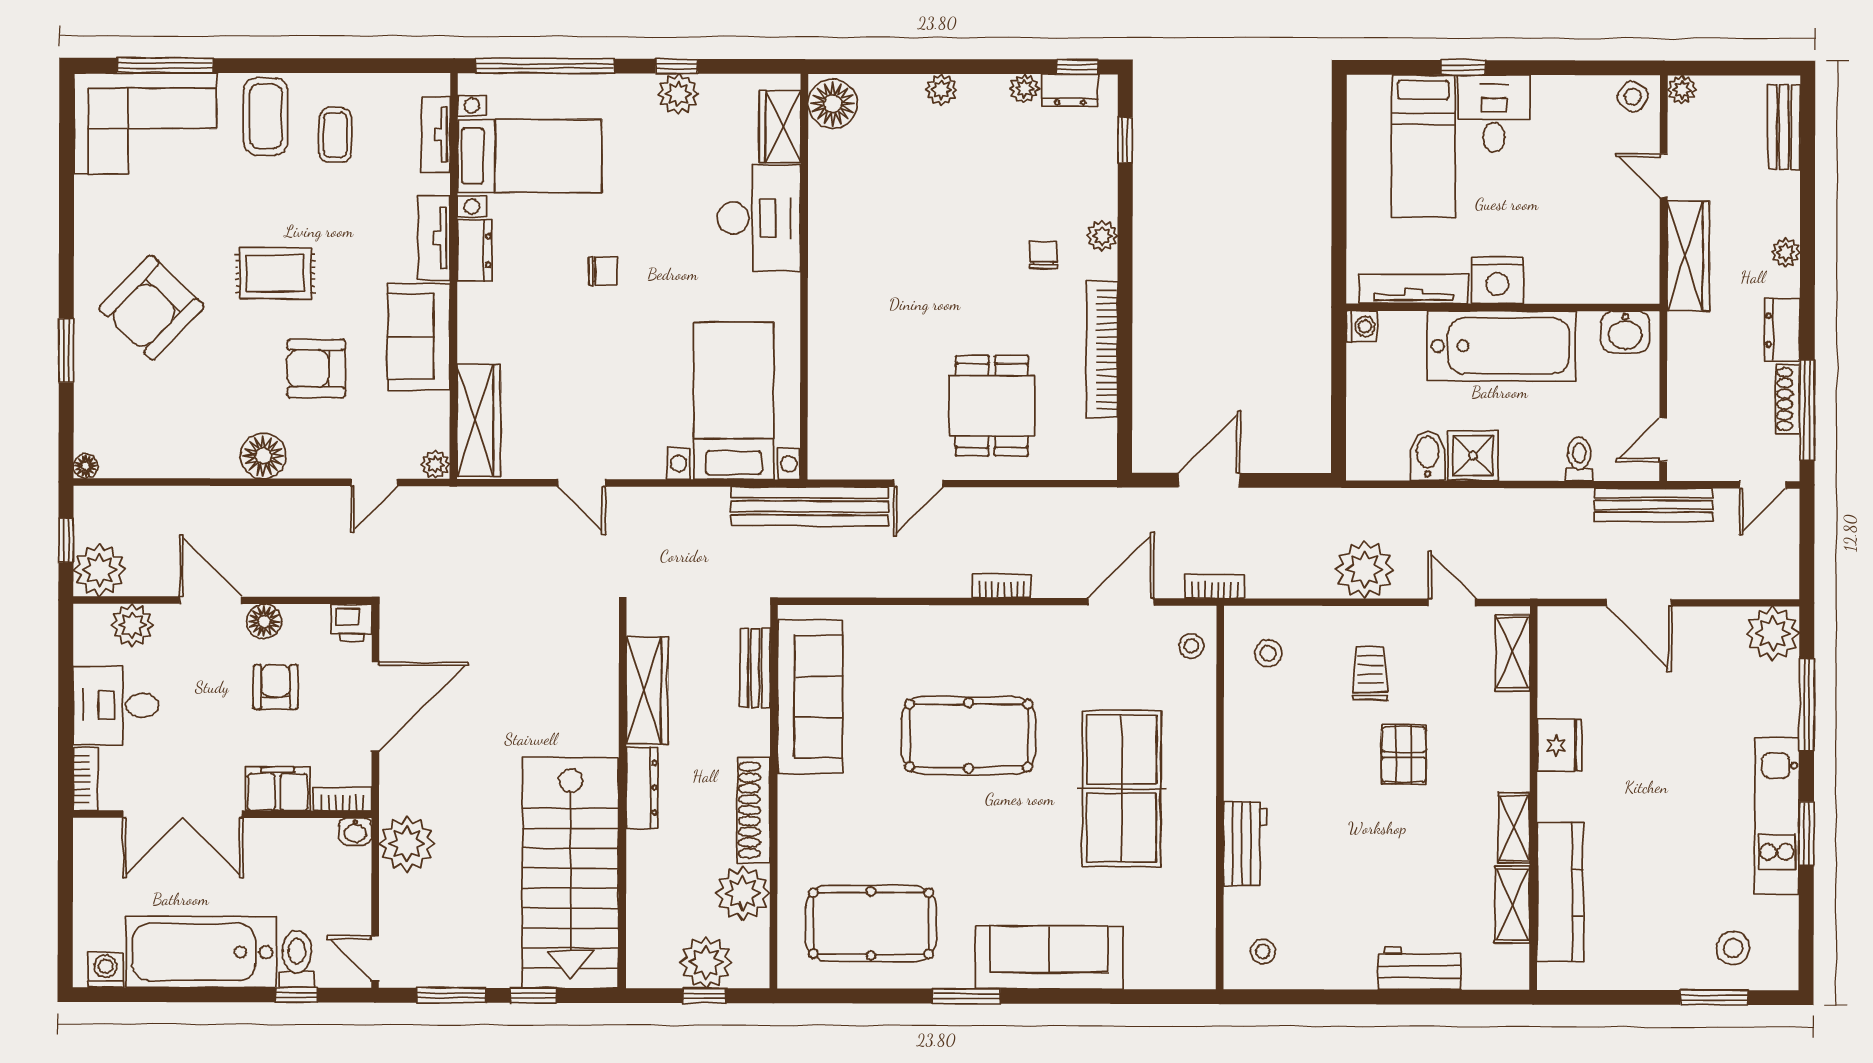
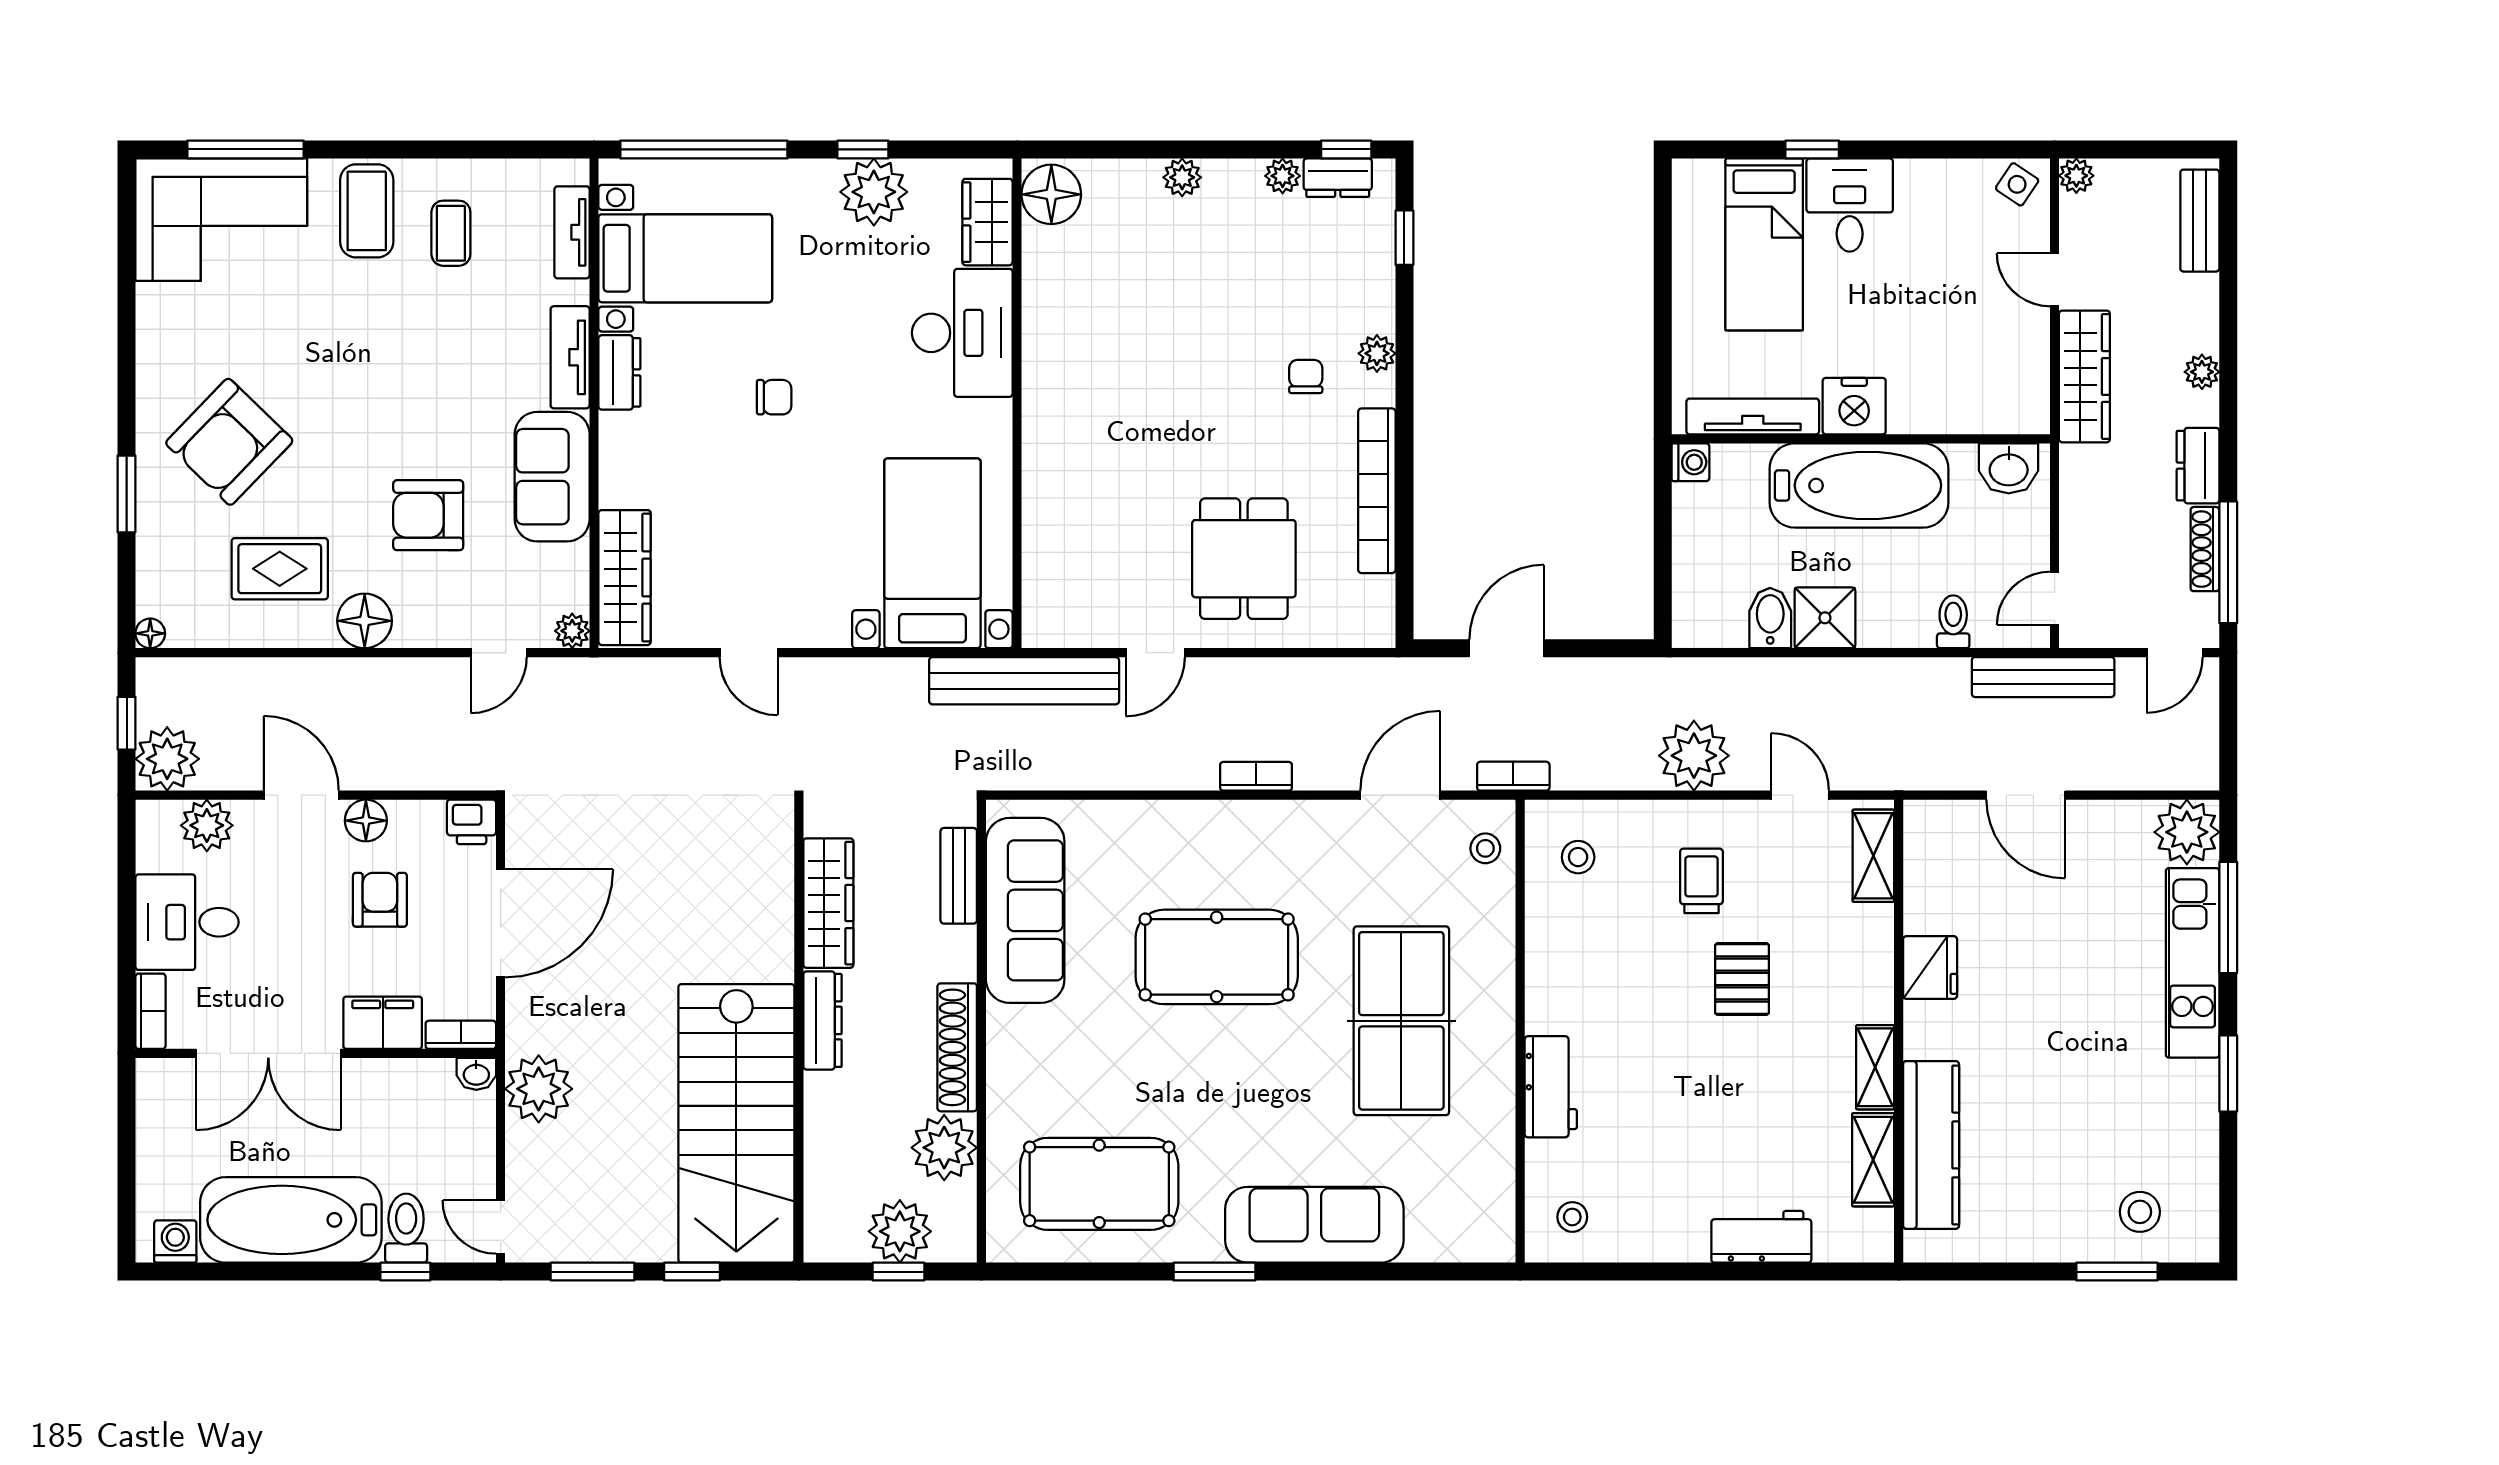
plant: (678, 94) -> (874, 192), width x1.36, depth x1.36
rug: (275, 273) -> (280, 569), moved
kitchen unit: (1777, 816) -> (2193, 963), moved

